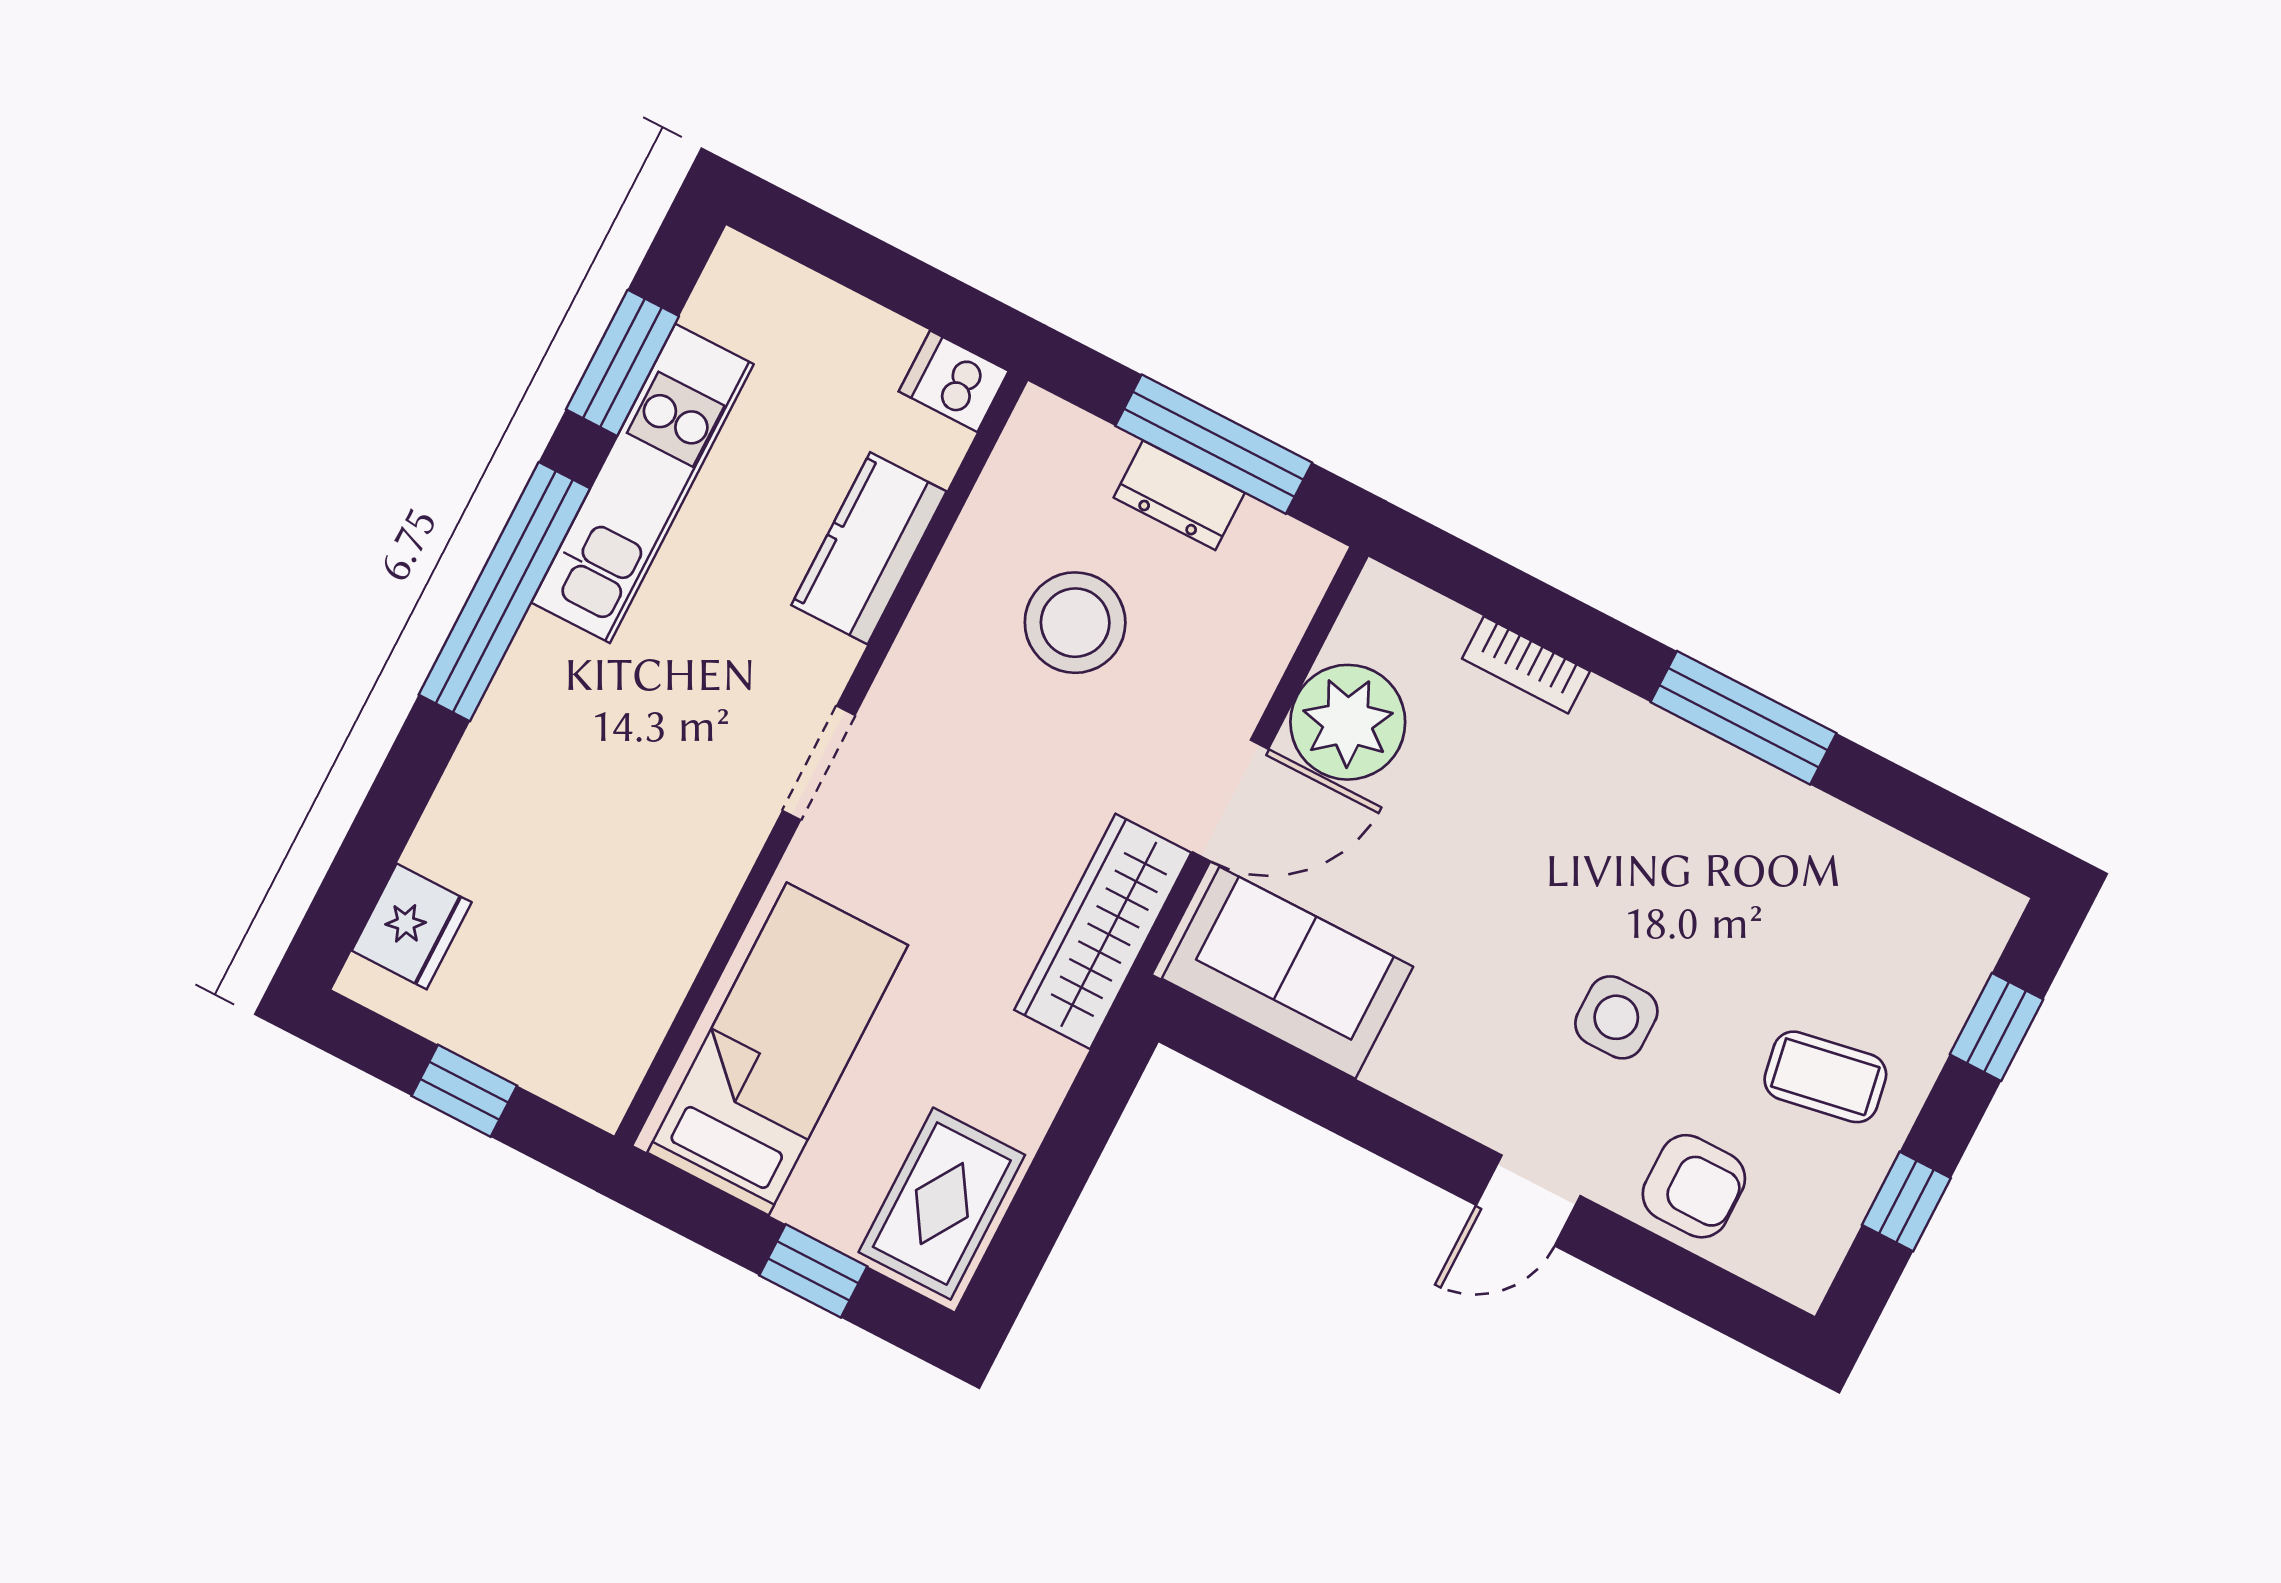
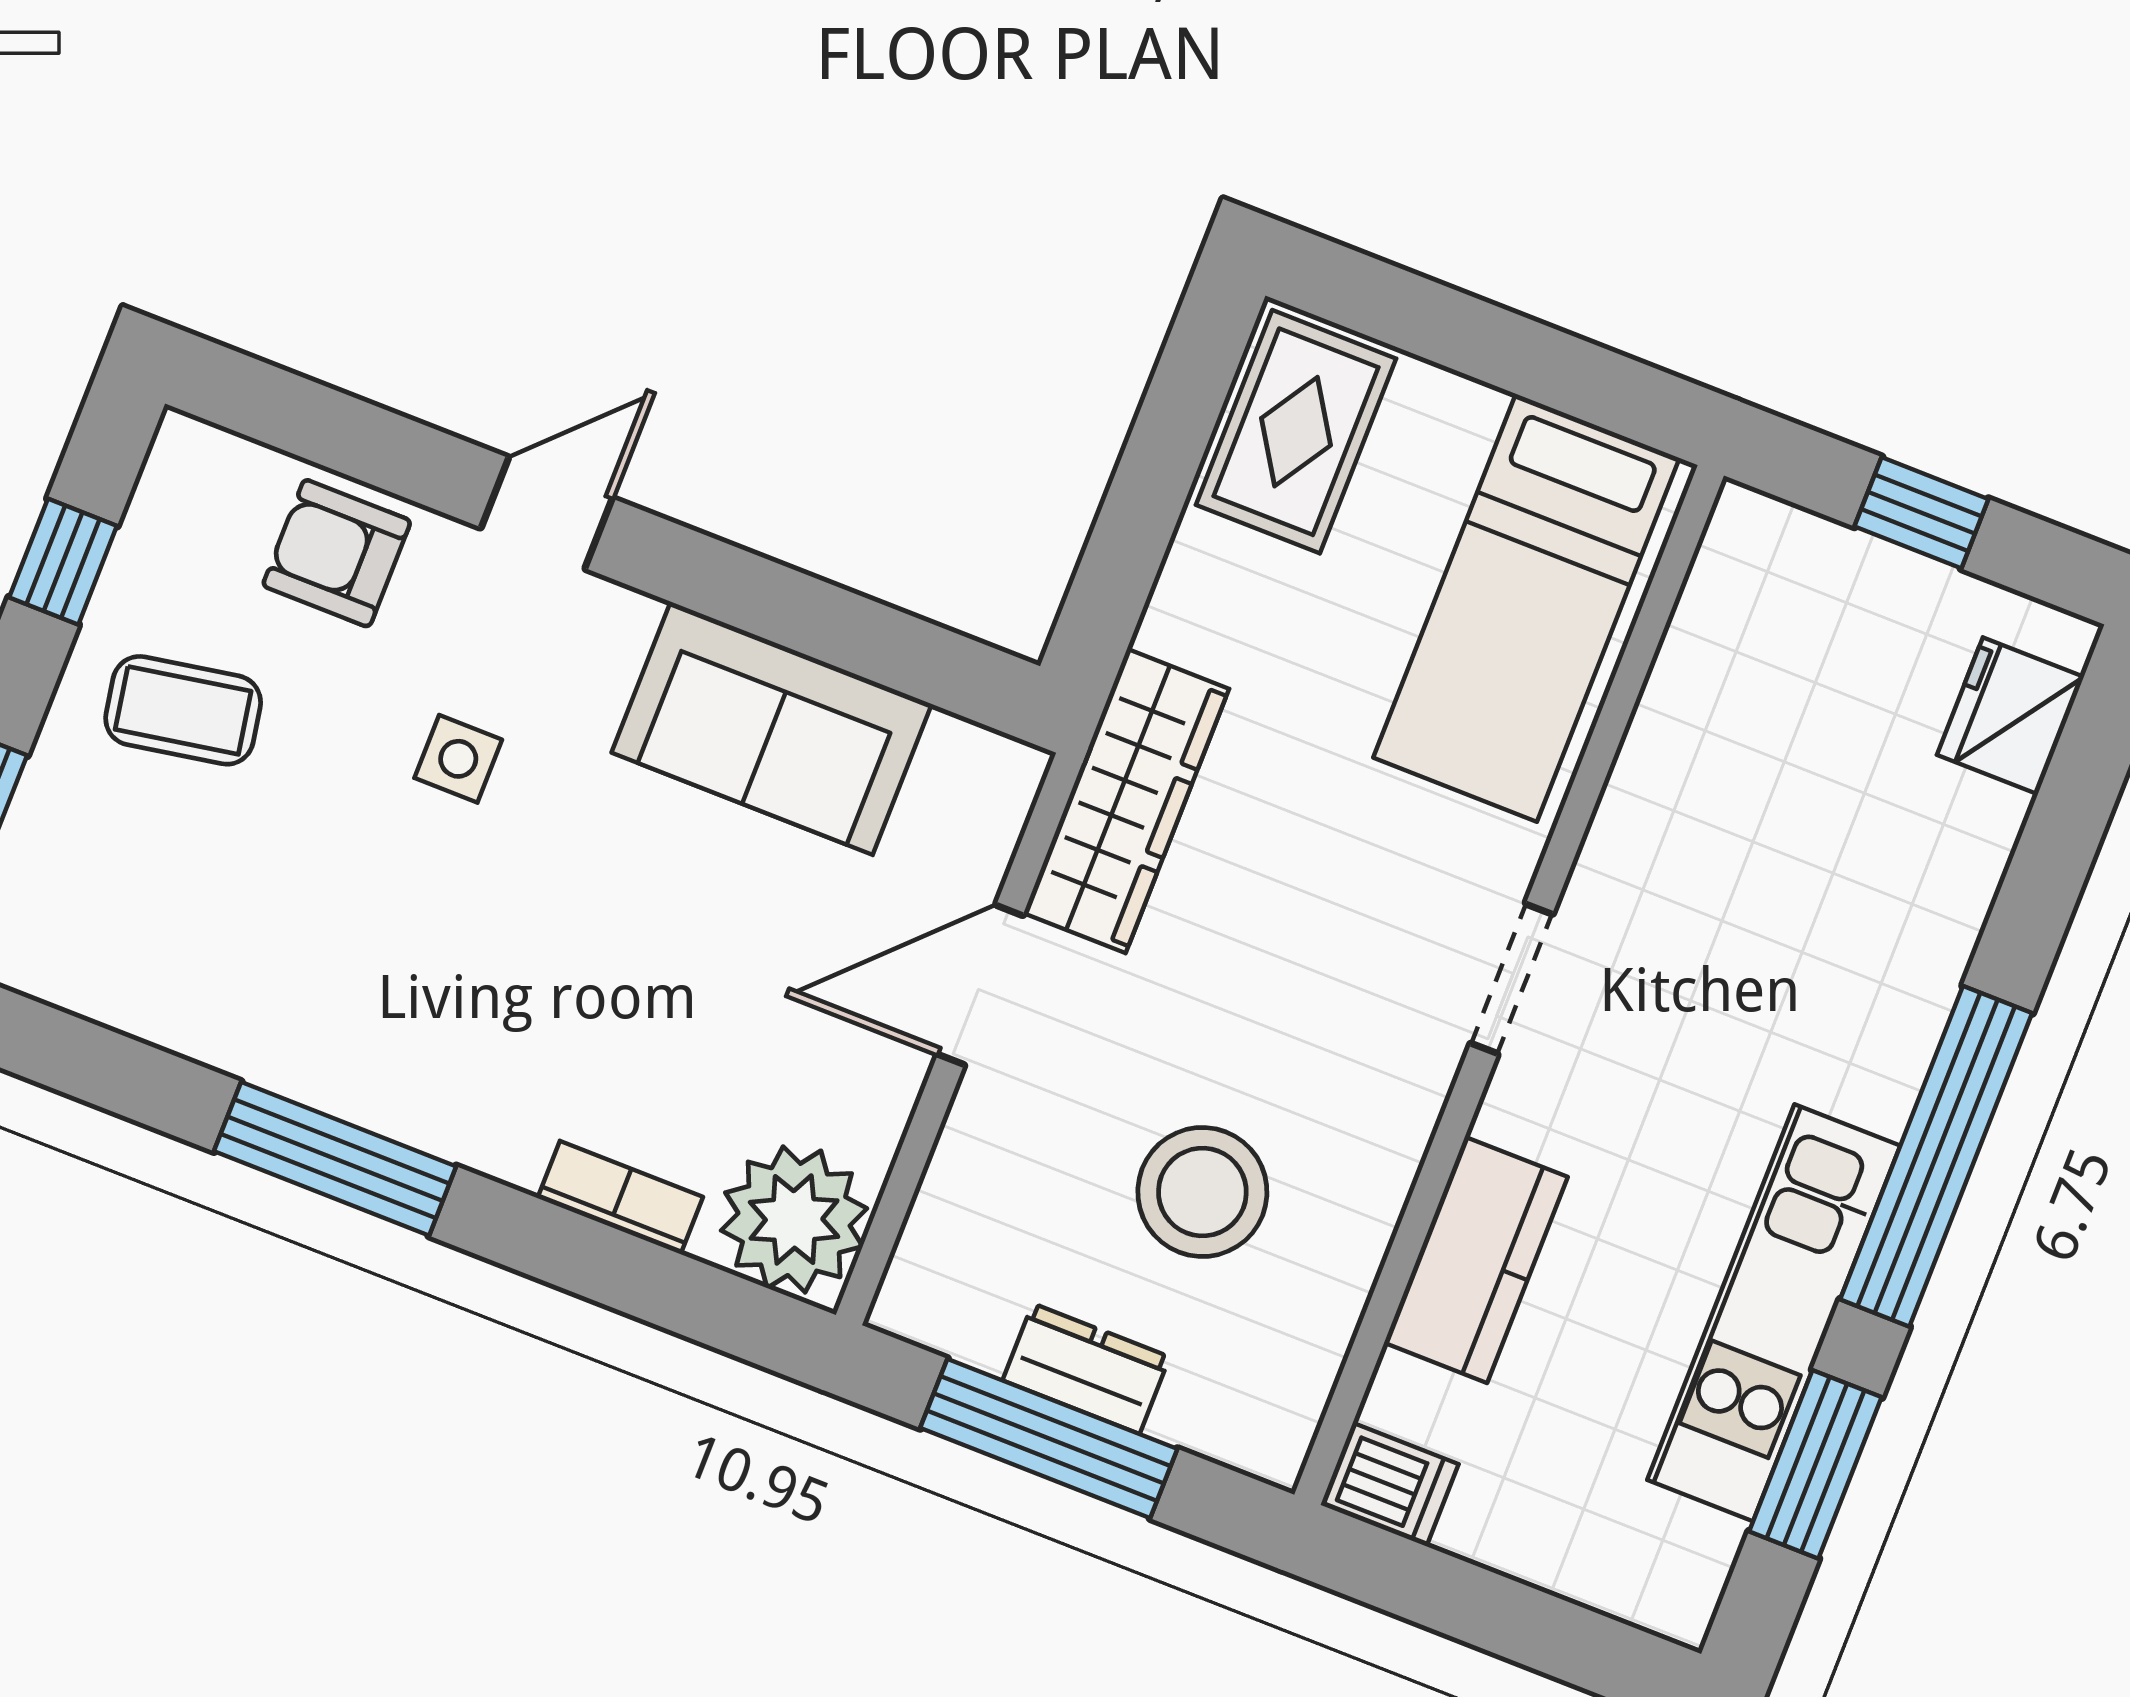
plant: (1348, 722) -> (794, 1219), moved
sofa: (1287, 973) -> (772, 728), moved
side table: (1616, 1017) -> (458, 759), width x0.73, depth x0.73
window: (813, 1271) -> (1451, 329), removed

